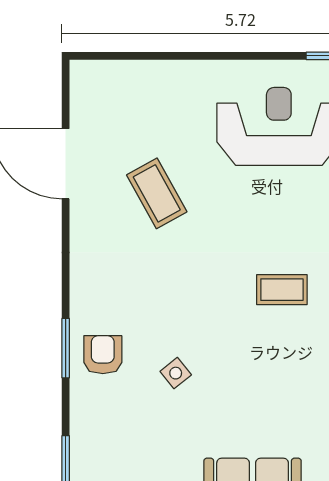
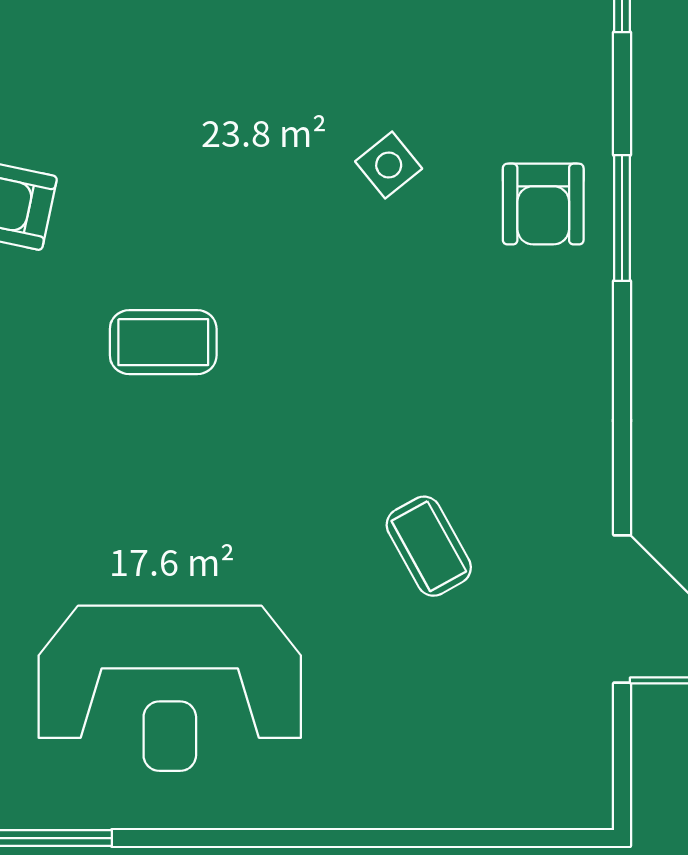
coffee table: (157, 193) -> (429, 546), width x0.73, depth x0.77

